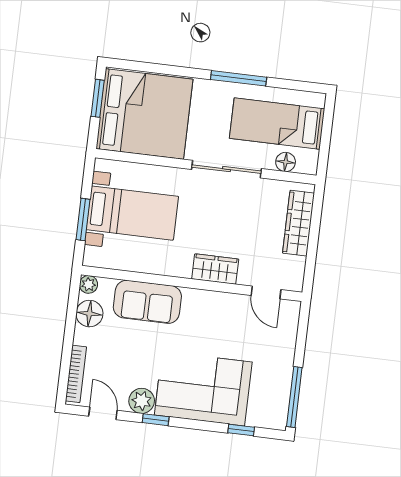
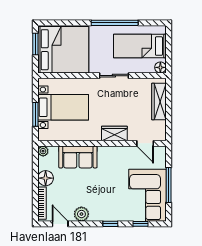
window: (239, 78) -> (115, 23), width x1.46
floor lamp: (286, 162) -> (160, 67), moved
sliding door: (226, 169) -> (114, 76), width x0.73
floor lamp: (89, 314) -> (46, 178), moved
corner sofa: (203, 389) -> (147, 195), moved, turned -90
window: (294, 397) -> (169, 185), moved
window: (156, 420) -> (110, 224), moved

